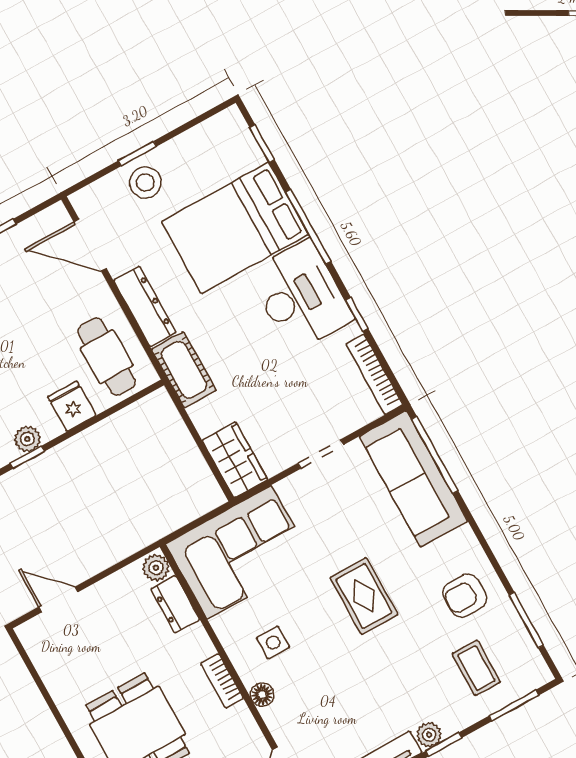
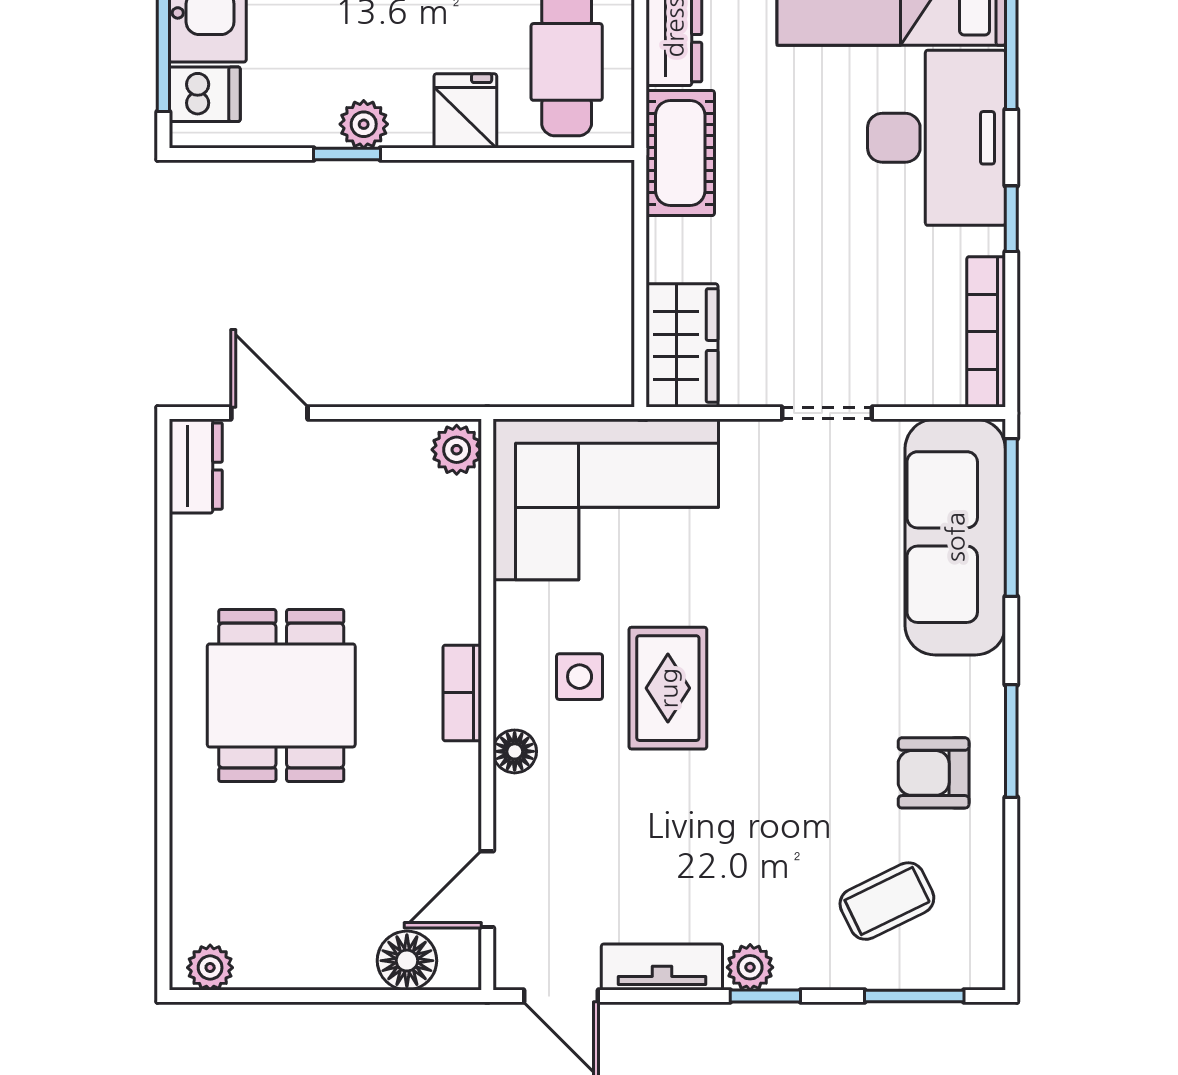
rug: (364, 596) -> (668, 688), moved
dresser: (175, 604) -> (196, 466), moved, turned 180
window: (526, 620) -> (1011, 741), moved
coffee table: (476, 668) -> (887, 901), turned 64

